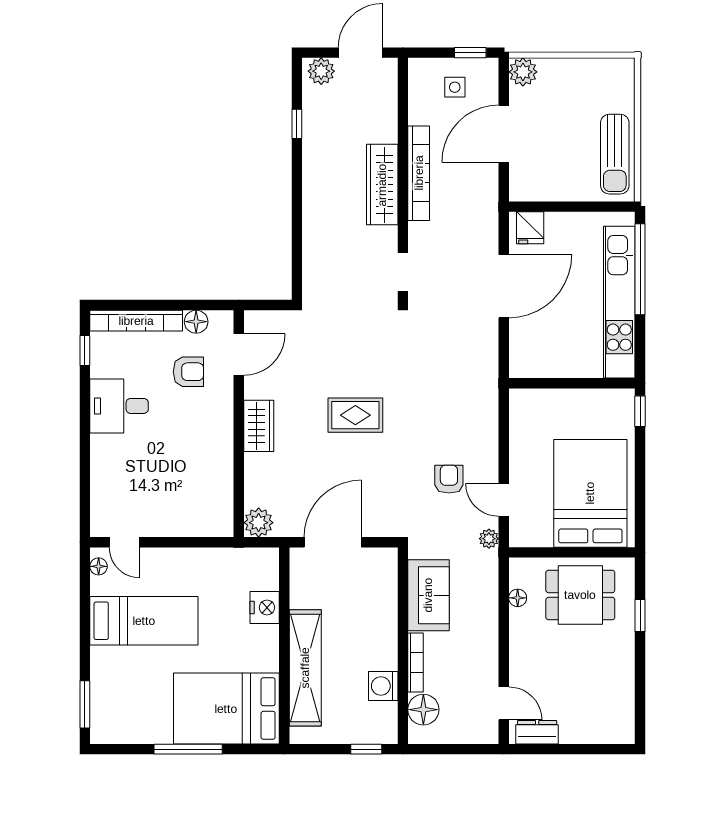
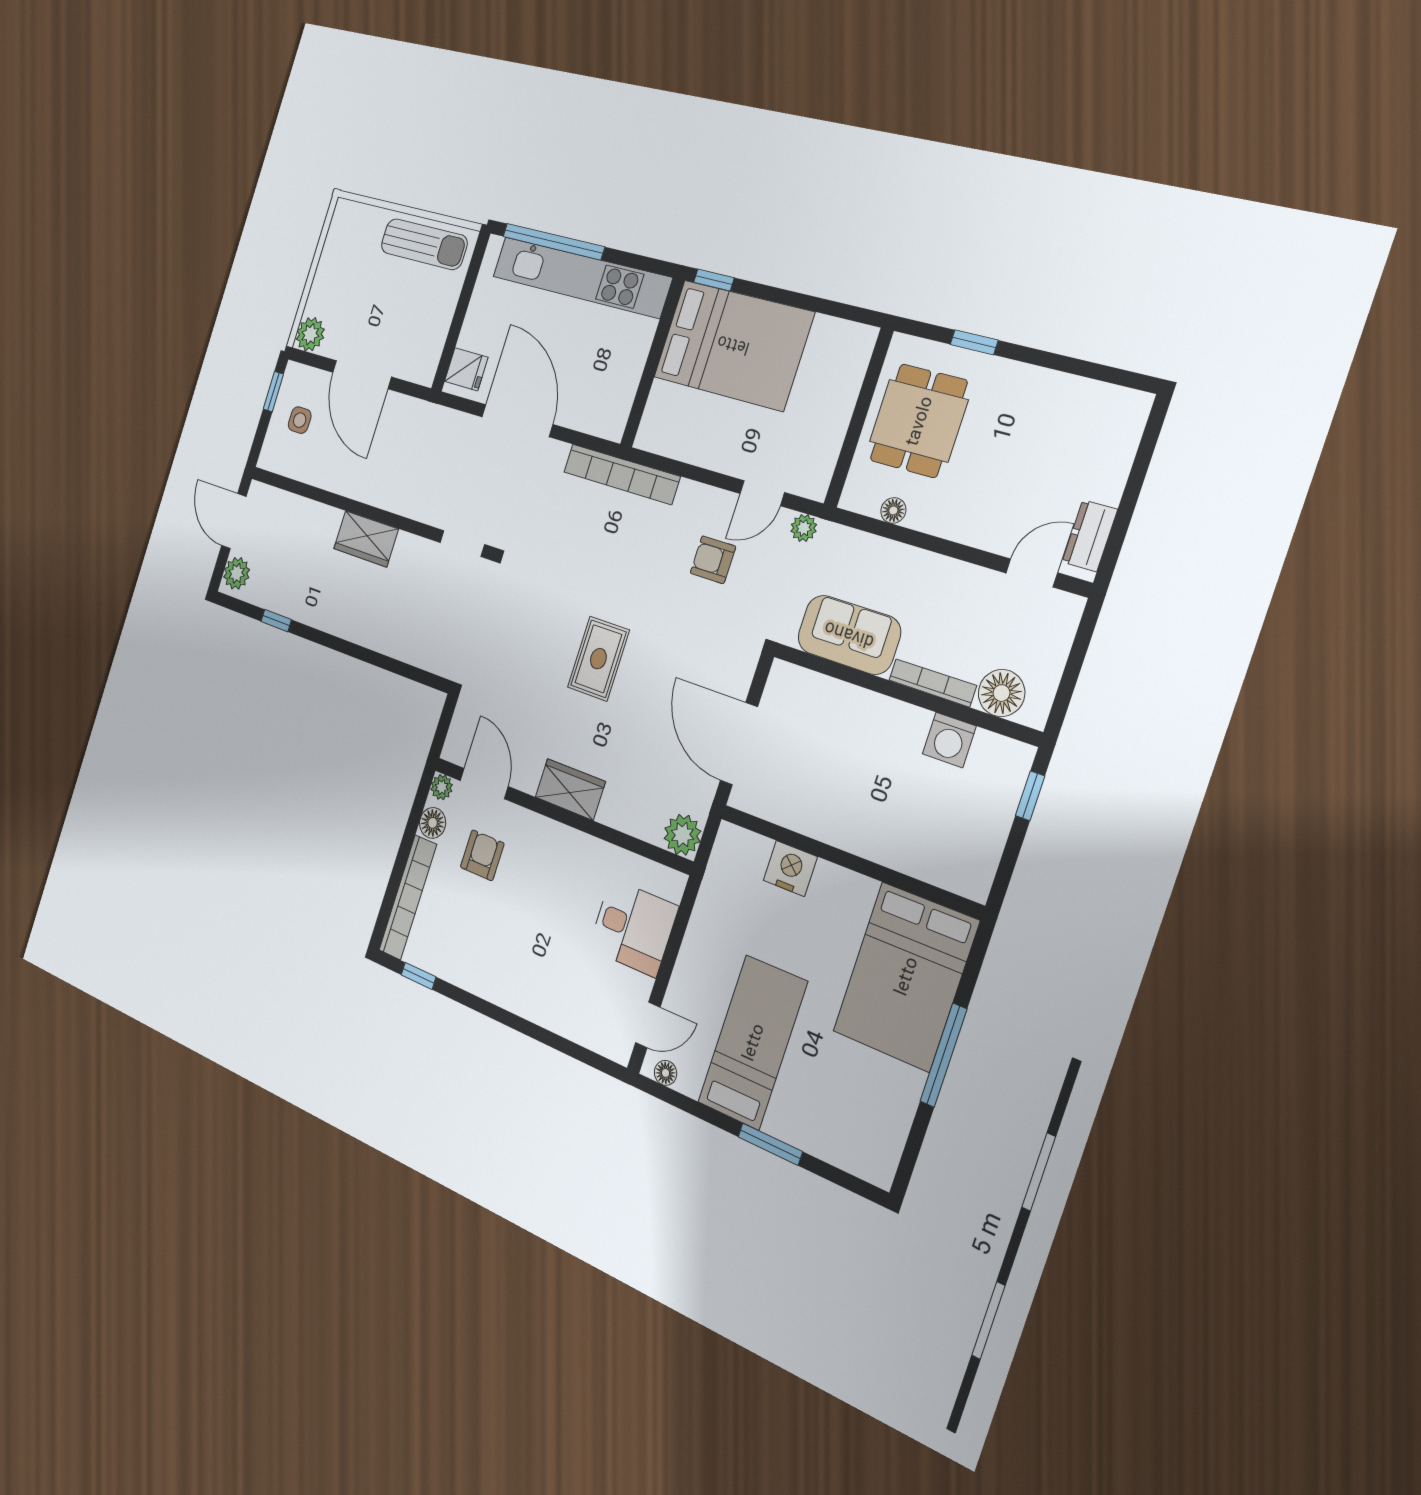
bookcase: (419, 173) -> (621, 474), moved, turned 180
wardrobe: (382, 185) -> (366, 539), width x0.67
plant: (224, 320) -> (442, 787), added
desk: (119, 406) -> (633, 927), moved, turned -90
bed: (590, 493) -> (733, 345), moved, turned 180
shelving: (305, 668) -> (888, 843), removed
window: (85, 704) -> (770, 1144), moved

